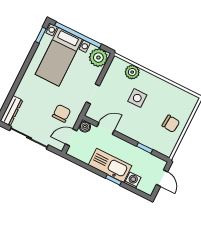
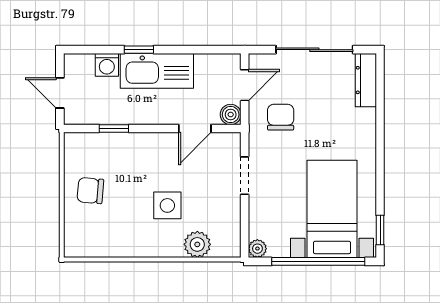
plant: (98, 58) -> (257, 249), width x0.53, depth x0.53
chair: (62, 113) -> (281, 117), turned 180

